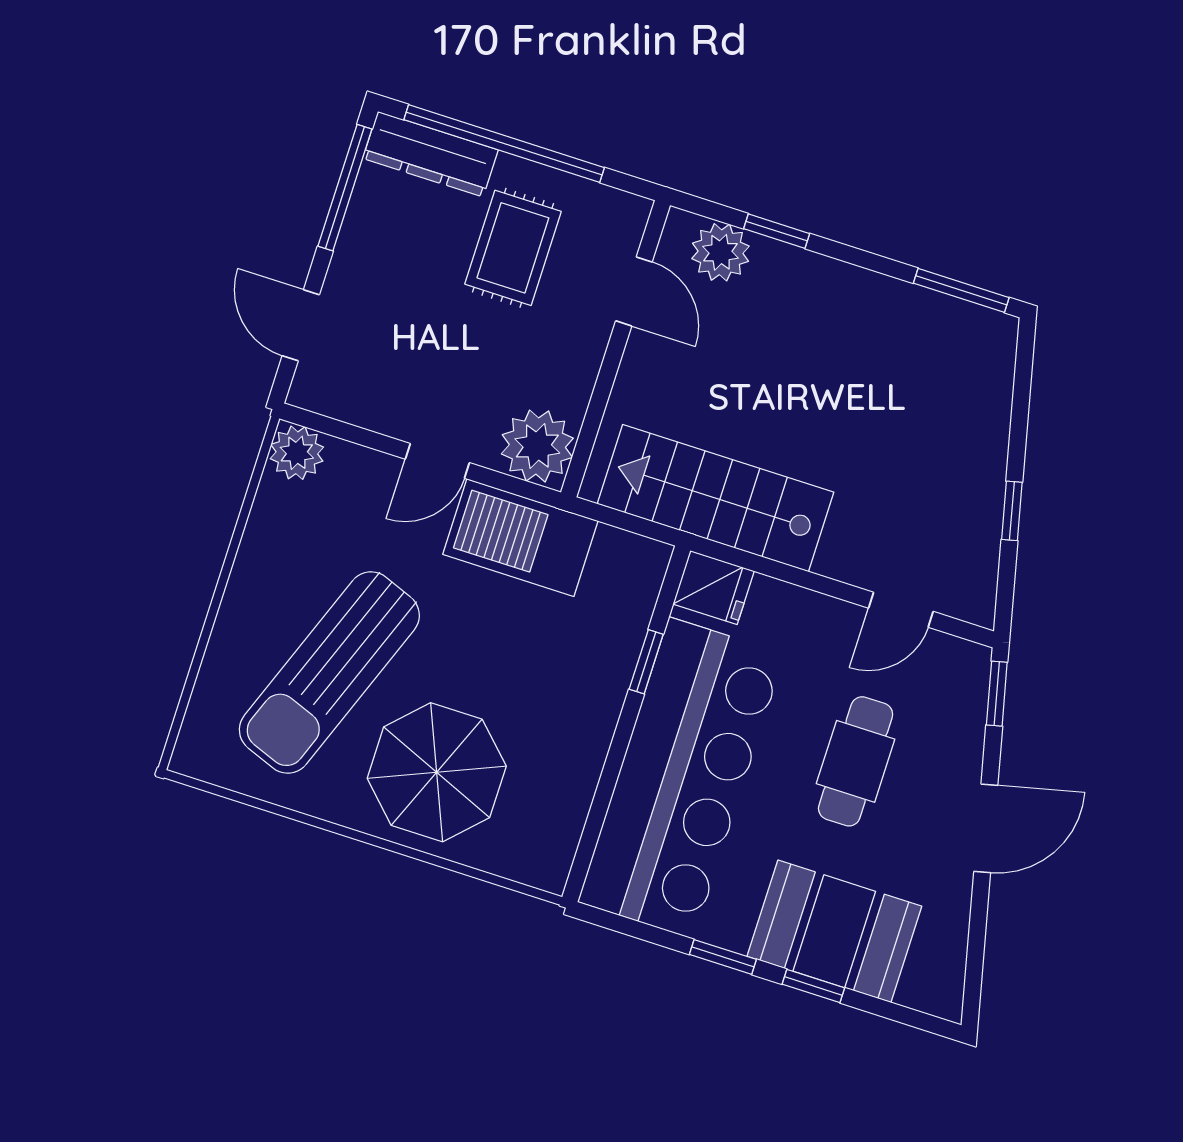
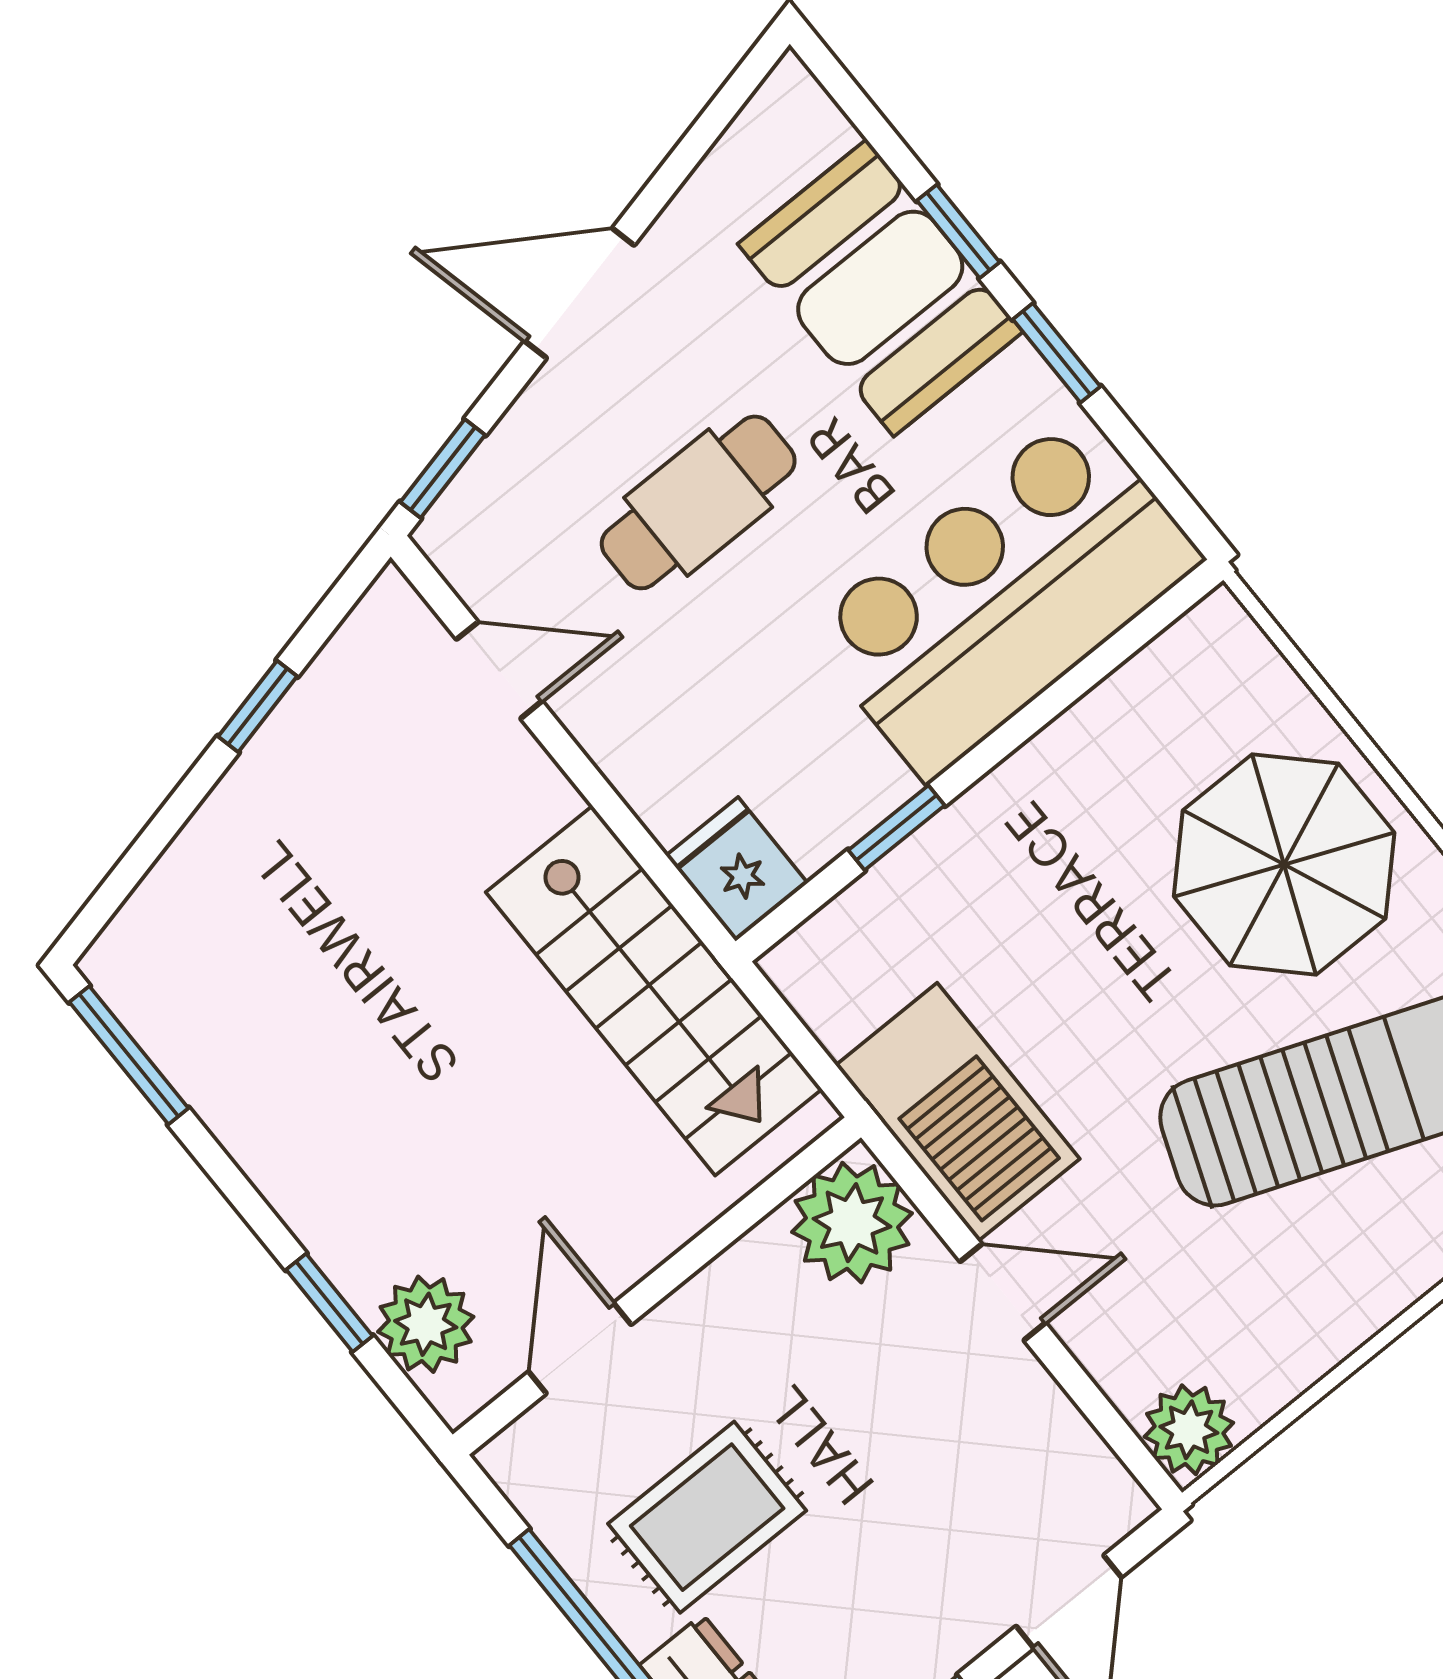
bar counter: (681, 778) -> (1004, 595), width x0.73

